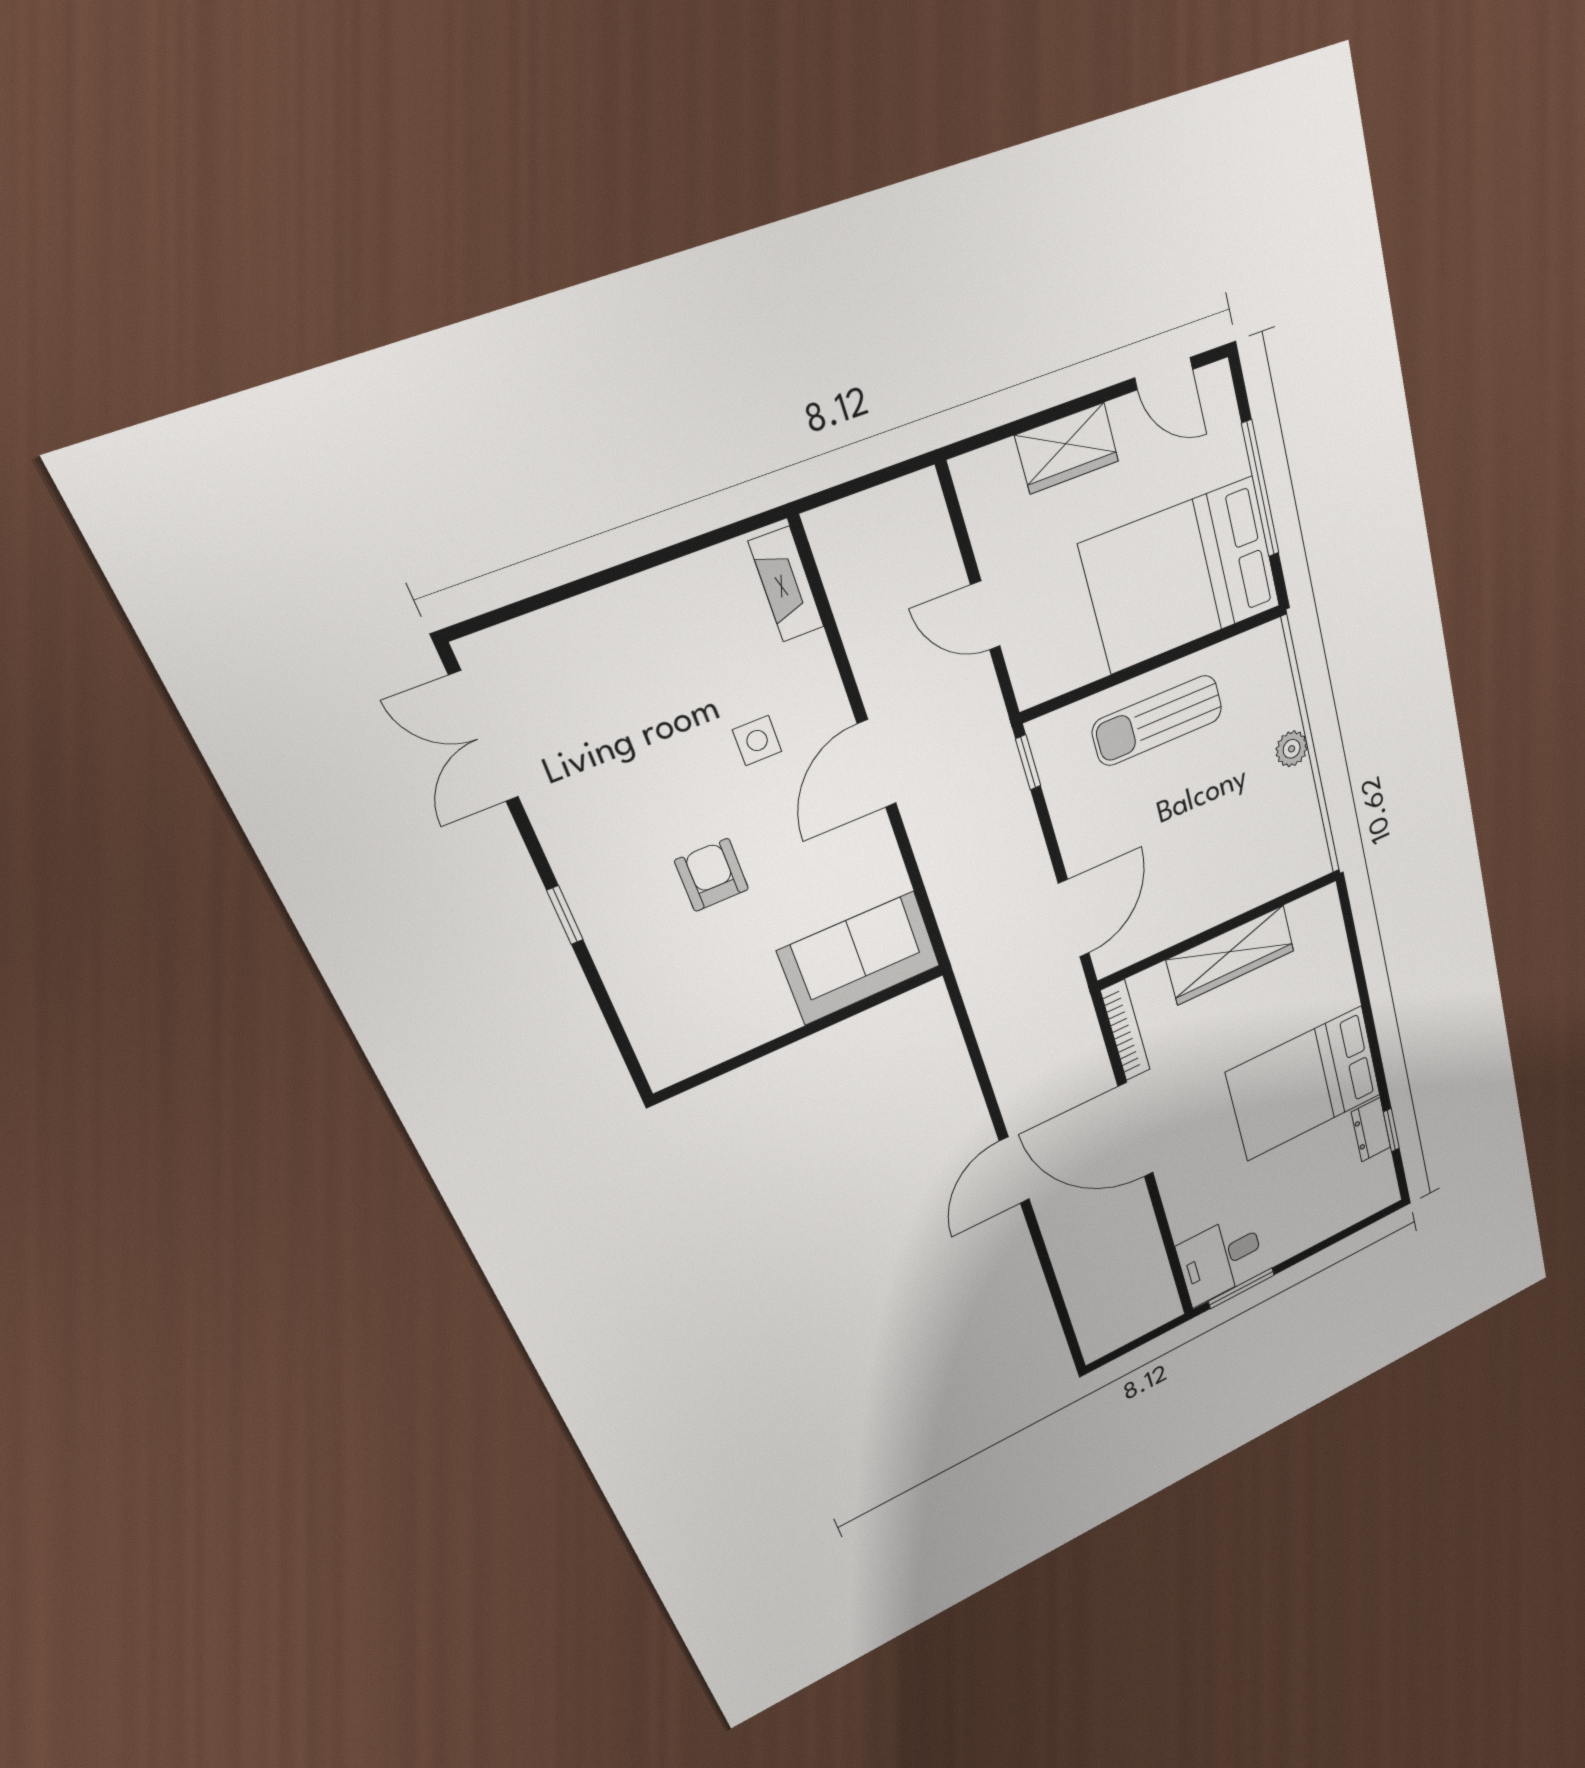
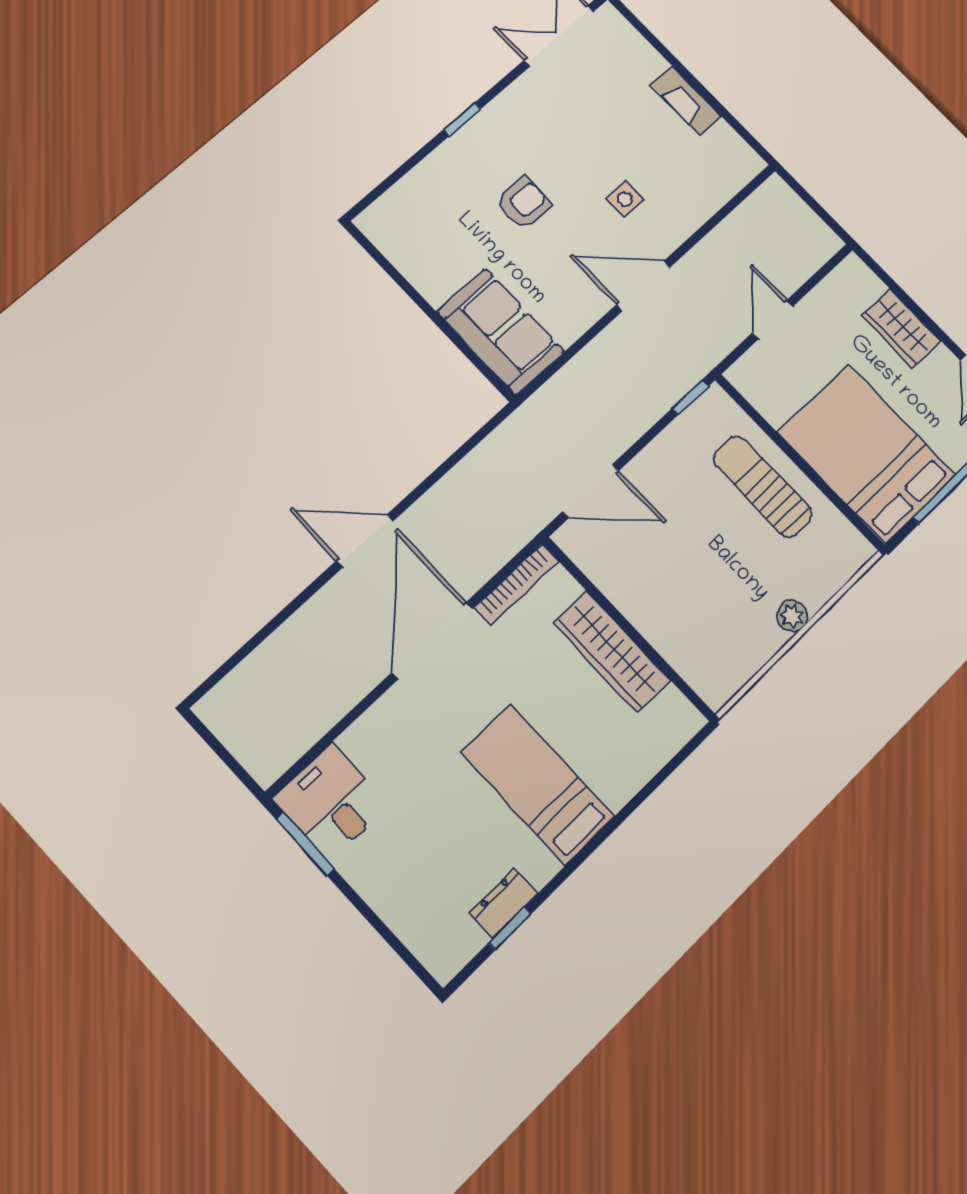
fireplace: (786, 584) -> (686, 101), moved, turned -90
bed: (1304, 1084) -> (537, 784), width x0.67

